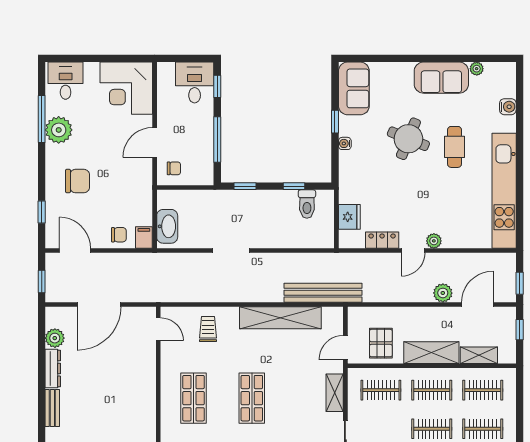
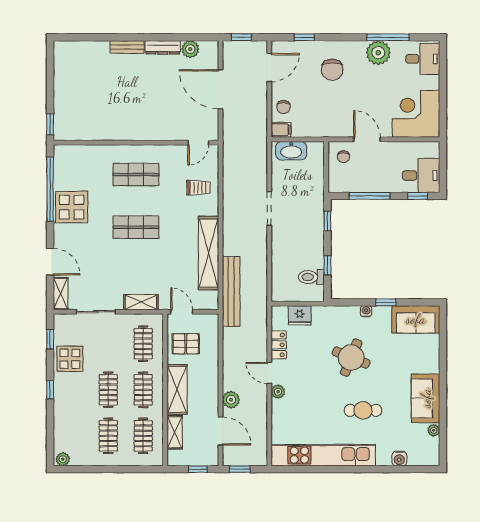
round table: (408, 139) -> (351, 358), moved

